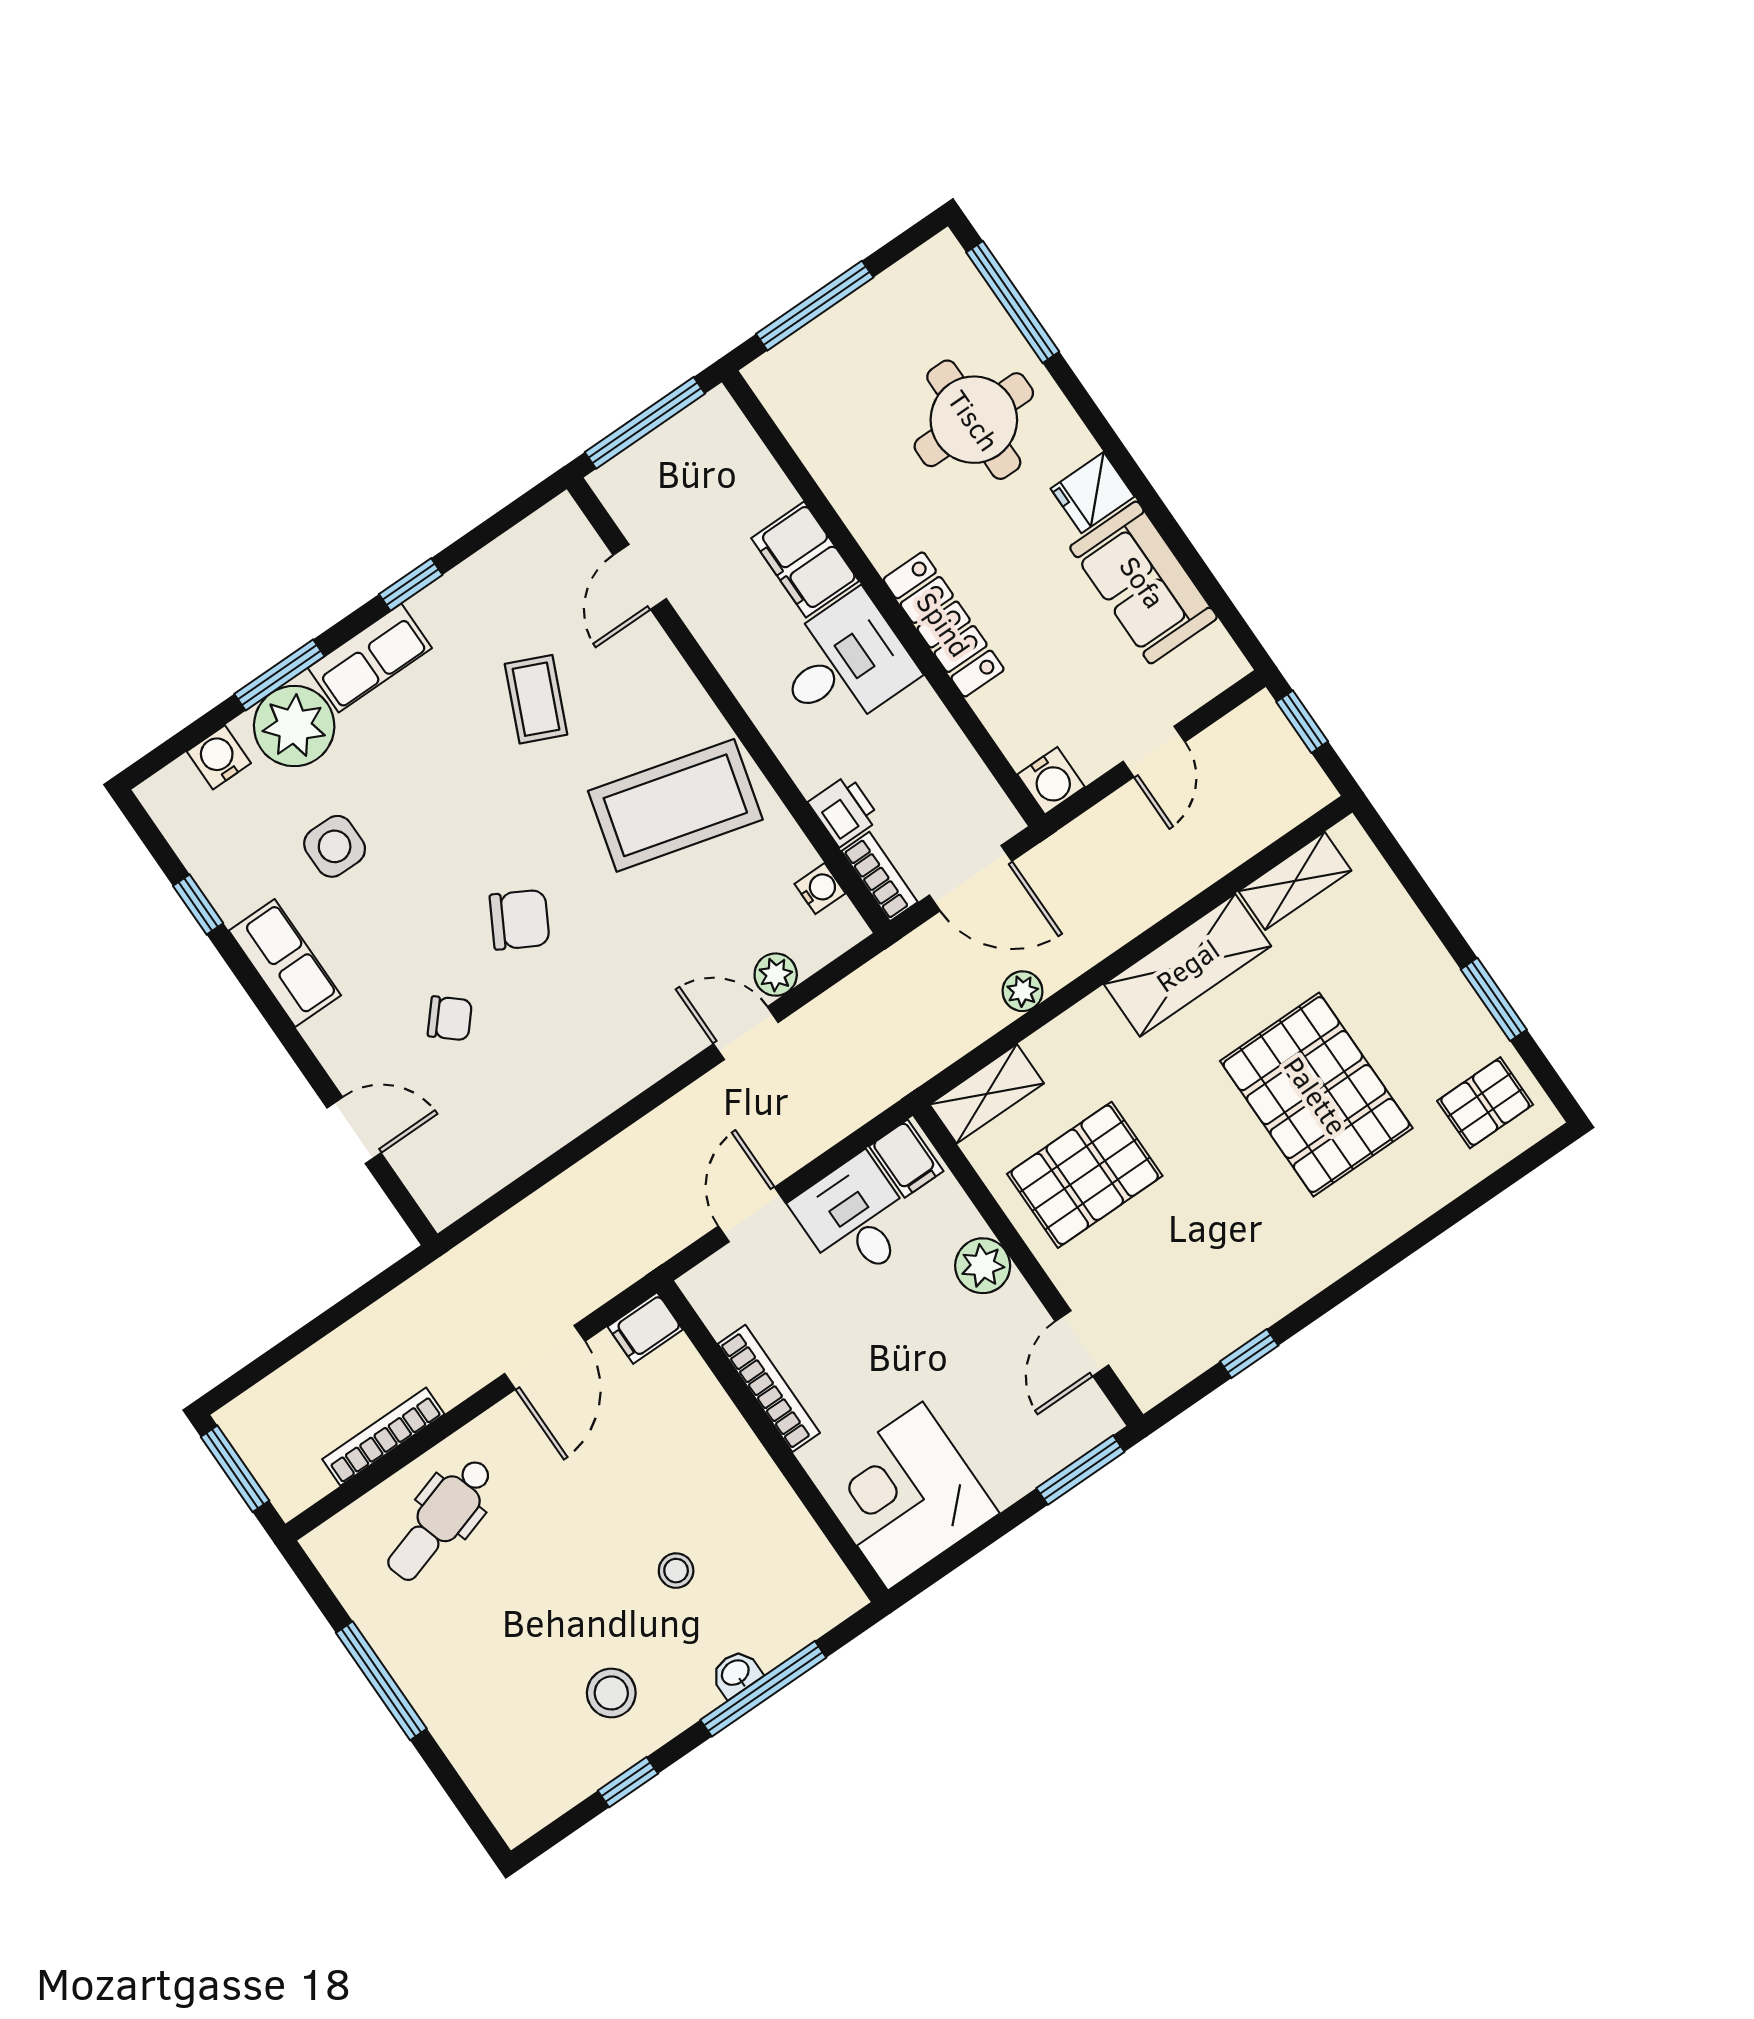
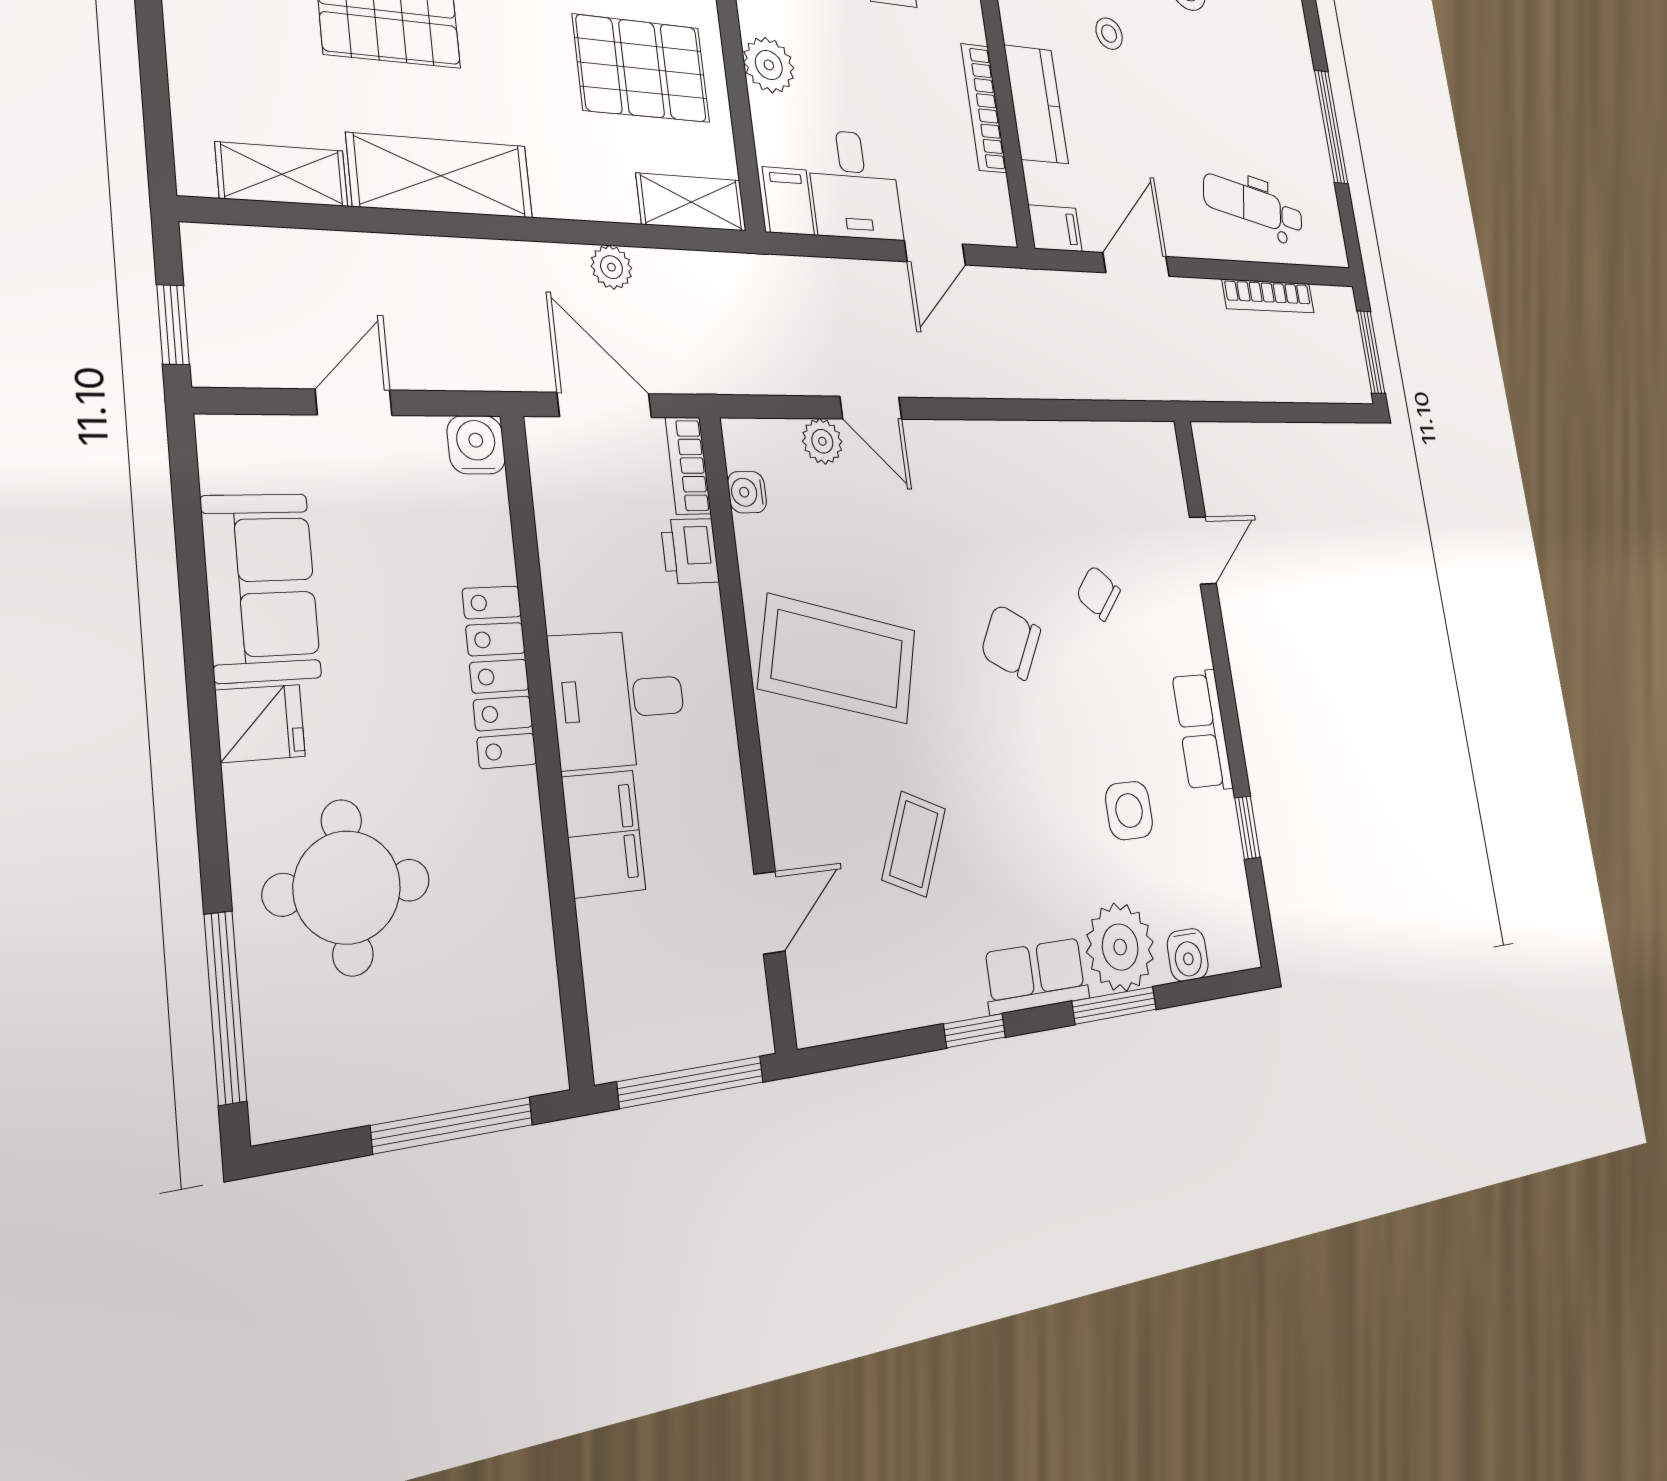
door: (354, 1130) -> (1203, 550), swing flipped
kitchen counter: (719, 1435) -> (1036, 104), added
dental chair: (440, 1520) -> (1253, 205), turned -151

